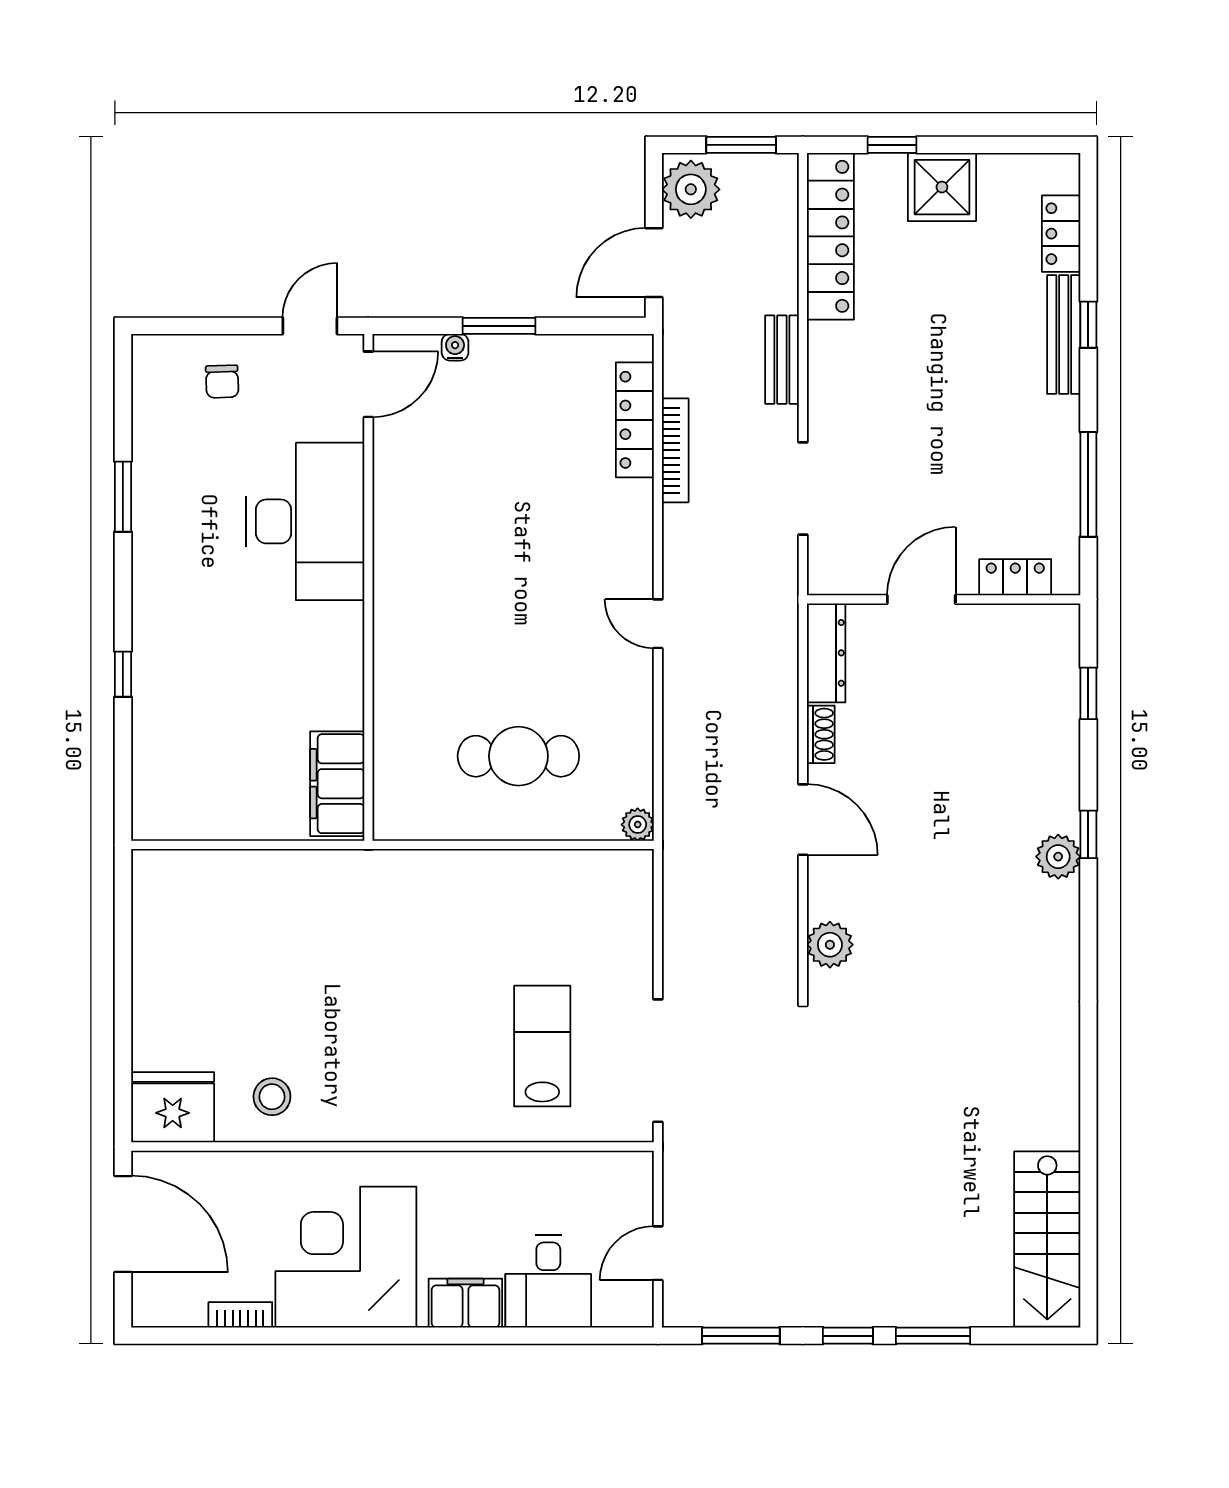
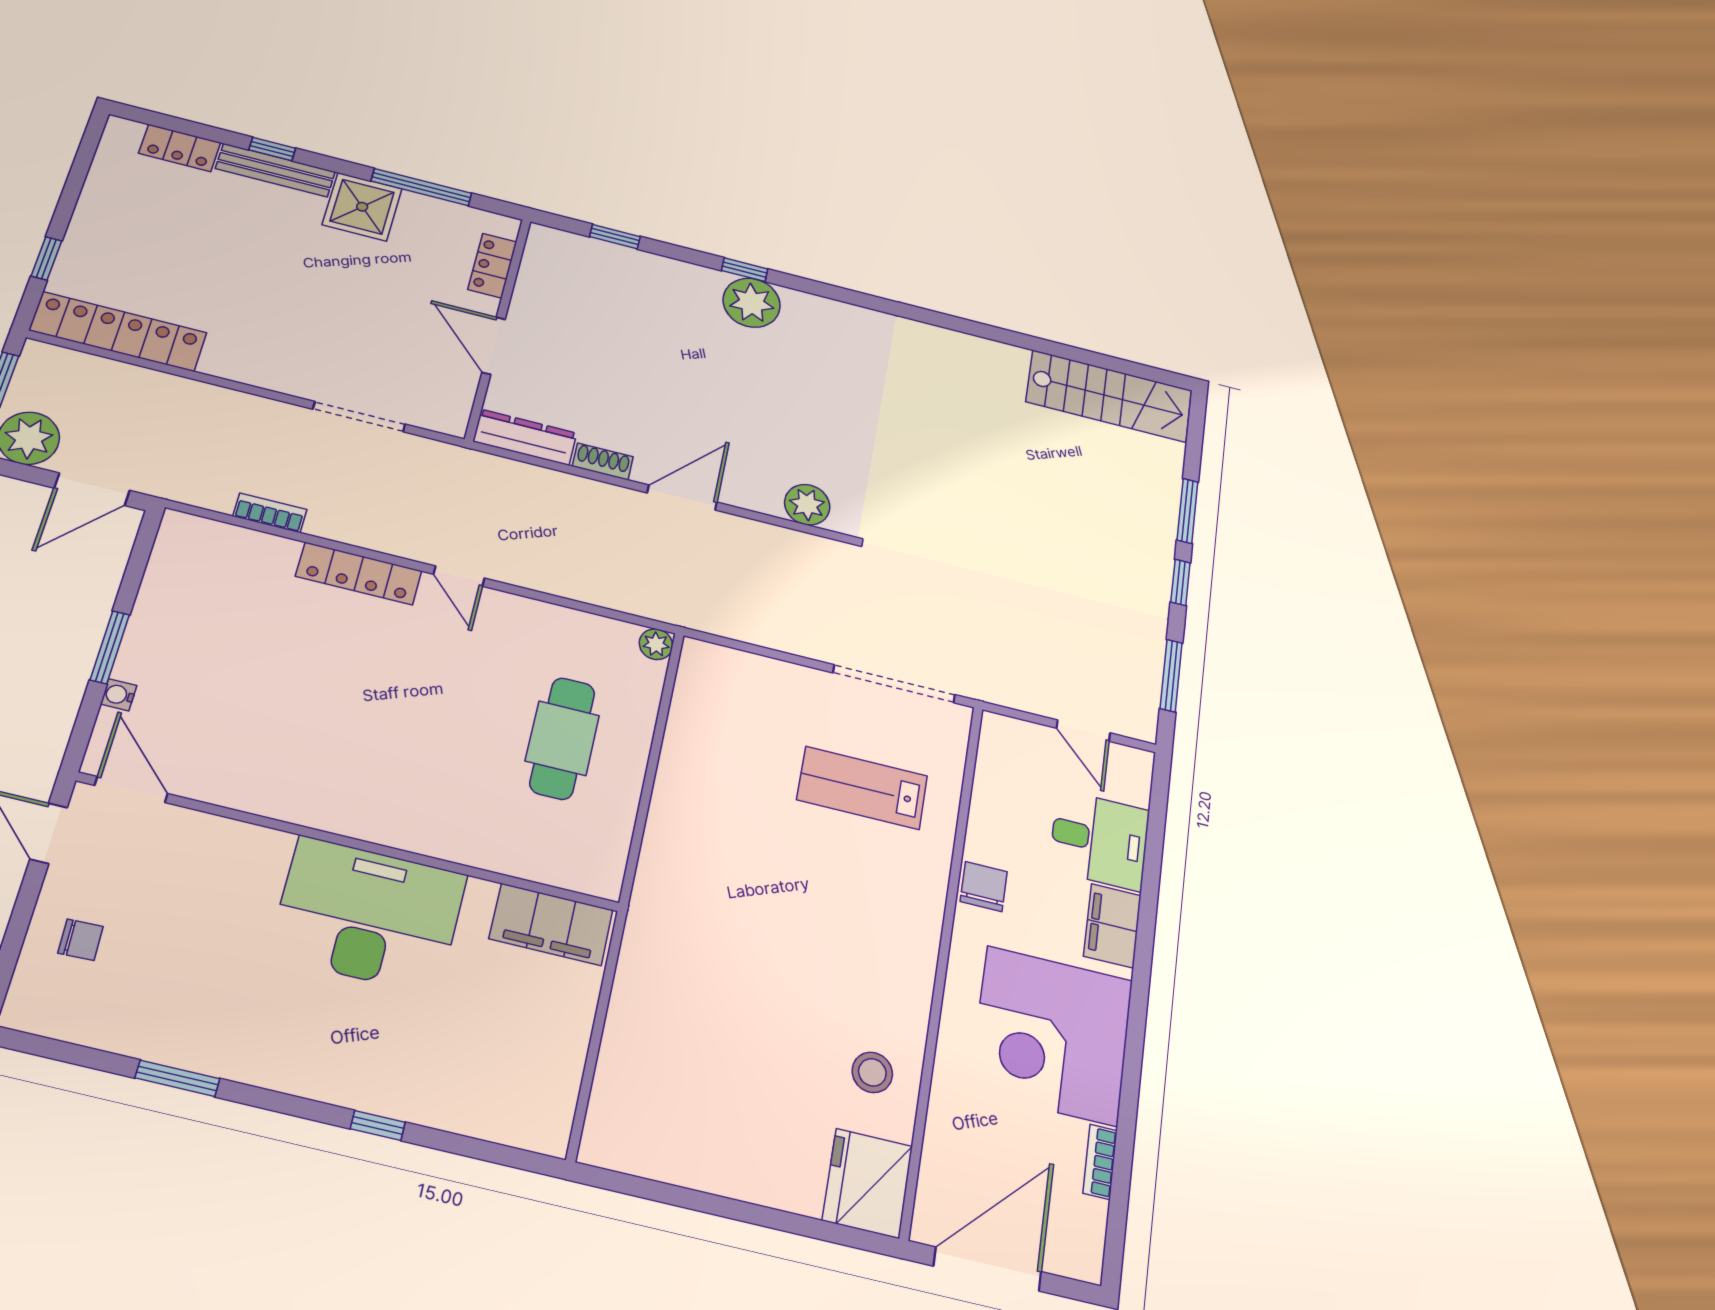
shower: (942, 187) -> (362, 207), moved
door: (654, 263) -> (92, 489), hinge flipped
bench: (782, 360) -> (226, 403), removed
locker: (635, 420) -> (359, 573), moved
bookcase: (675, 450) -> (270, 513), width x0.64
desk: (305, 521) -> (368, 915), moved
door: (658, 624) -> (459, 576), hinge flipped
plant: (1058, 857) -> (752, 303), width x1.36, depth x1.36
chair: (473, 1175) -> (984, 887), added

